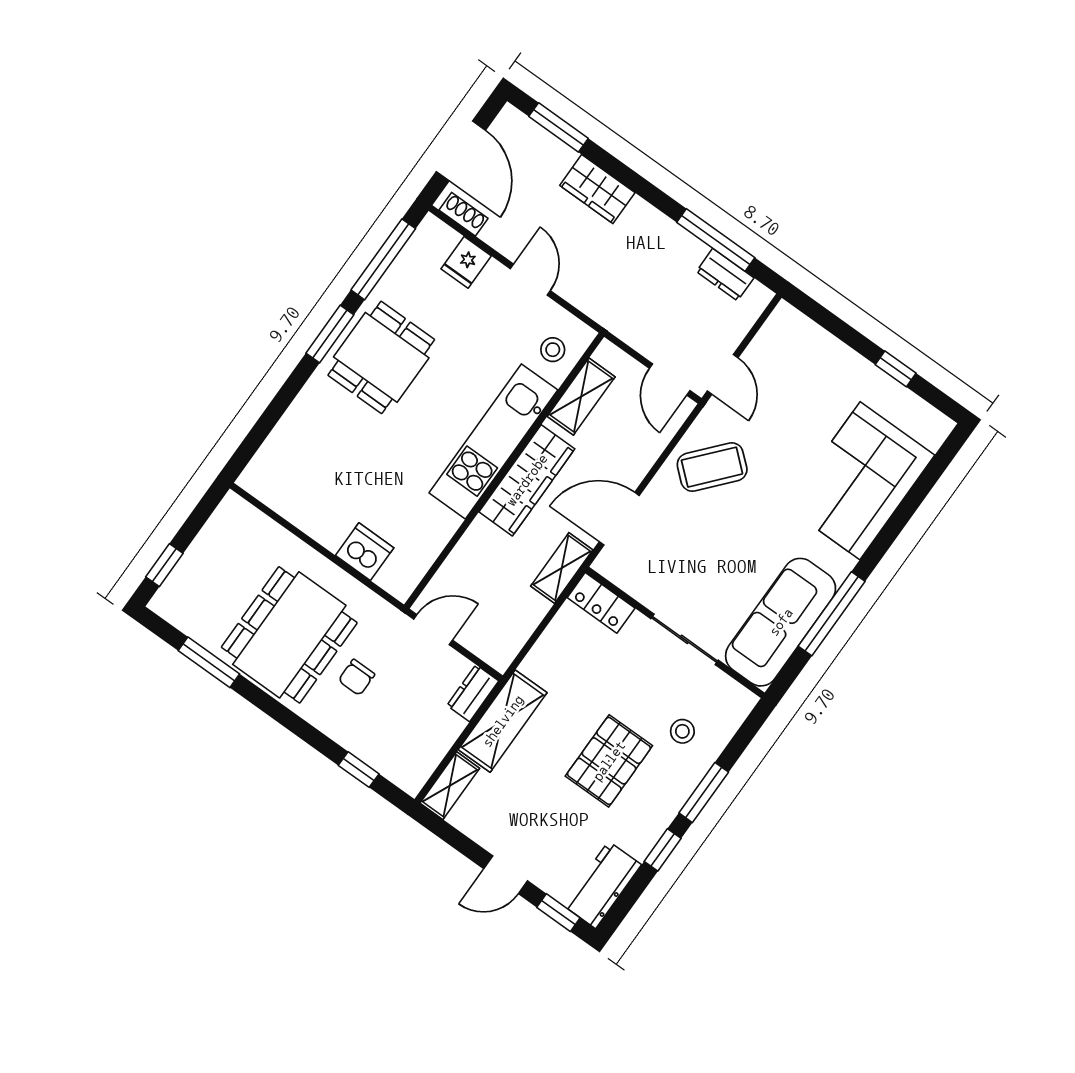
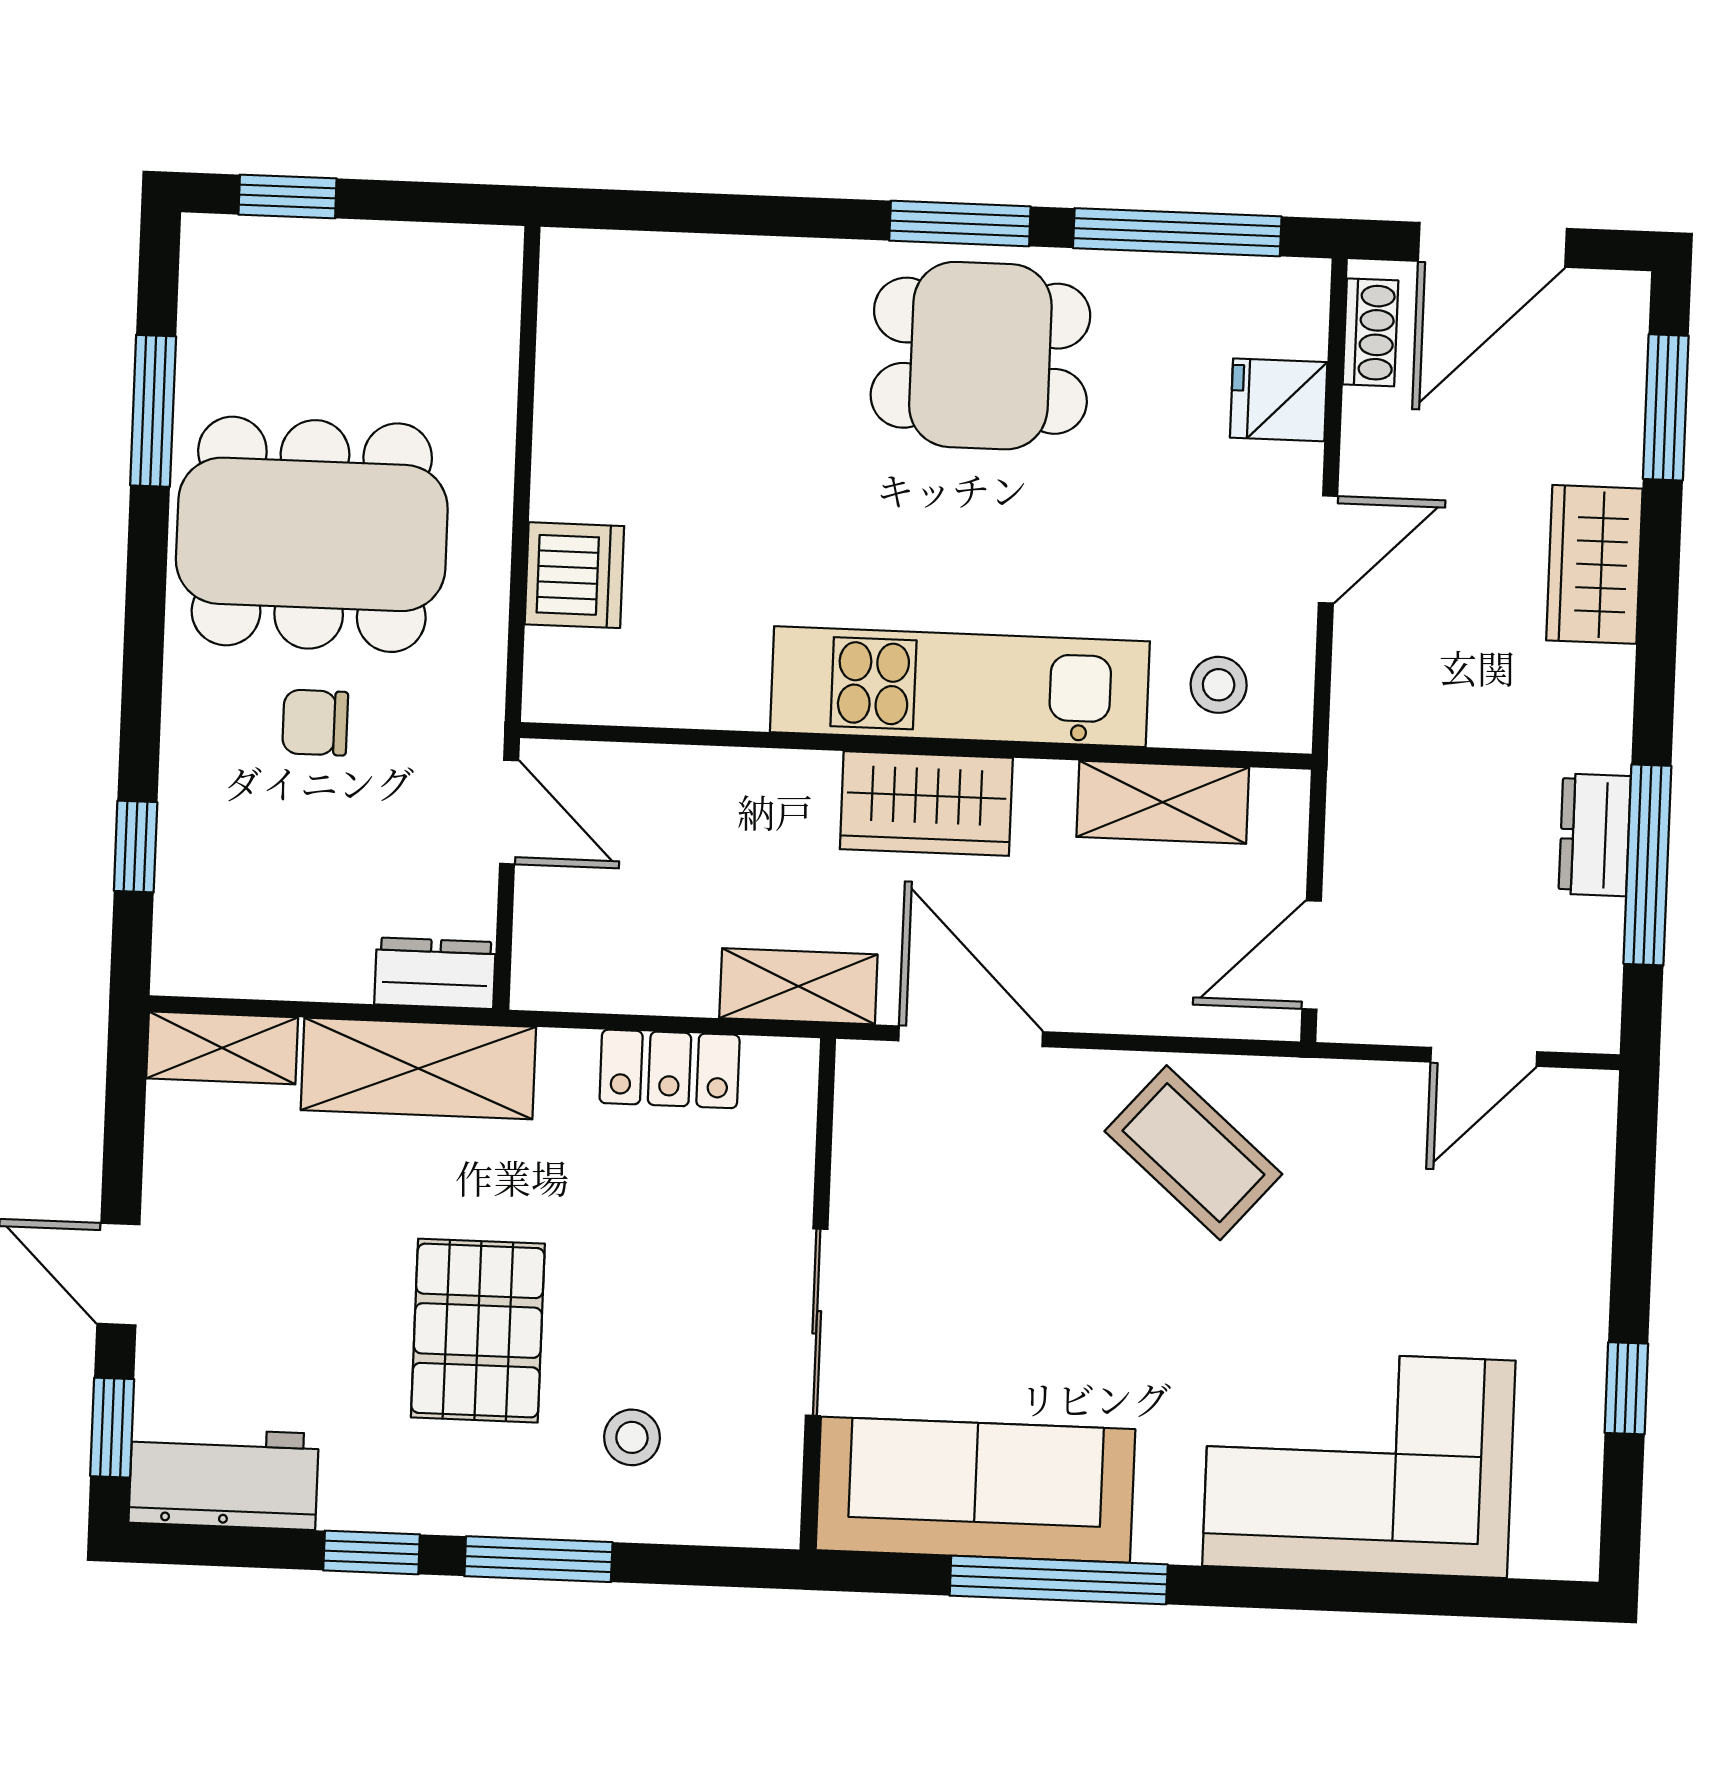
dresser: (725, 275) -> (1595, 835), moved
door: (723, 374) -> (1484, 1057), moved
wardrobe: (527, 480) -> (926, 803), width x0.67
locker: (601, 603) -> (670, 1069), moved, turned -90
pallet: (609, 761) -> (478, 1331), turned 90

